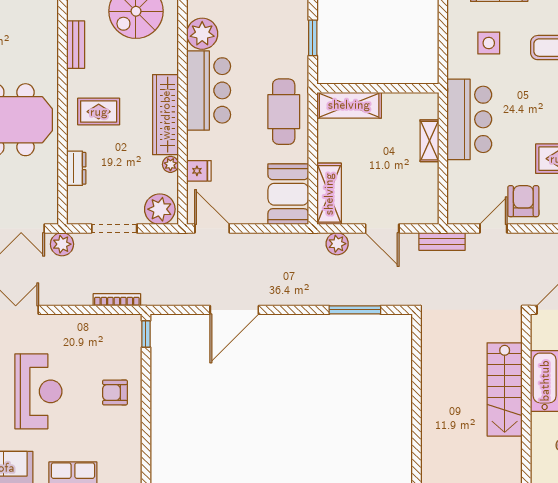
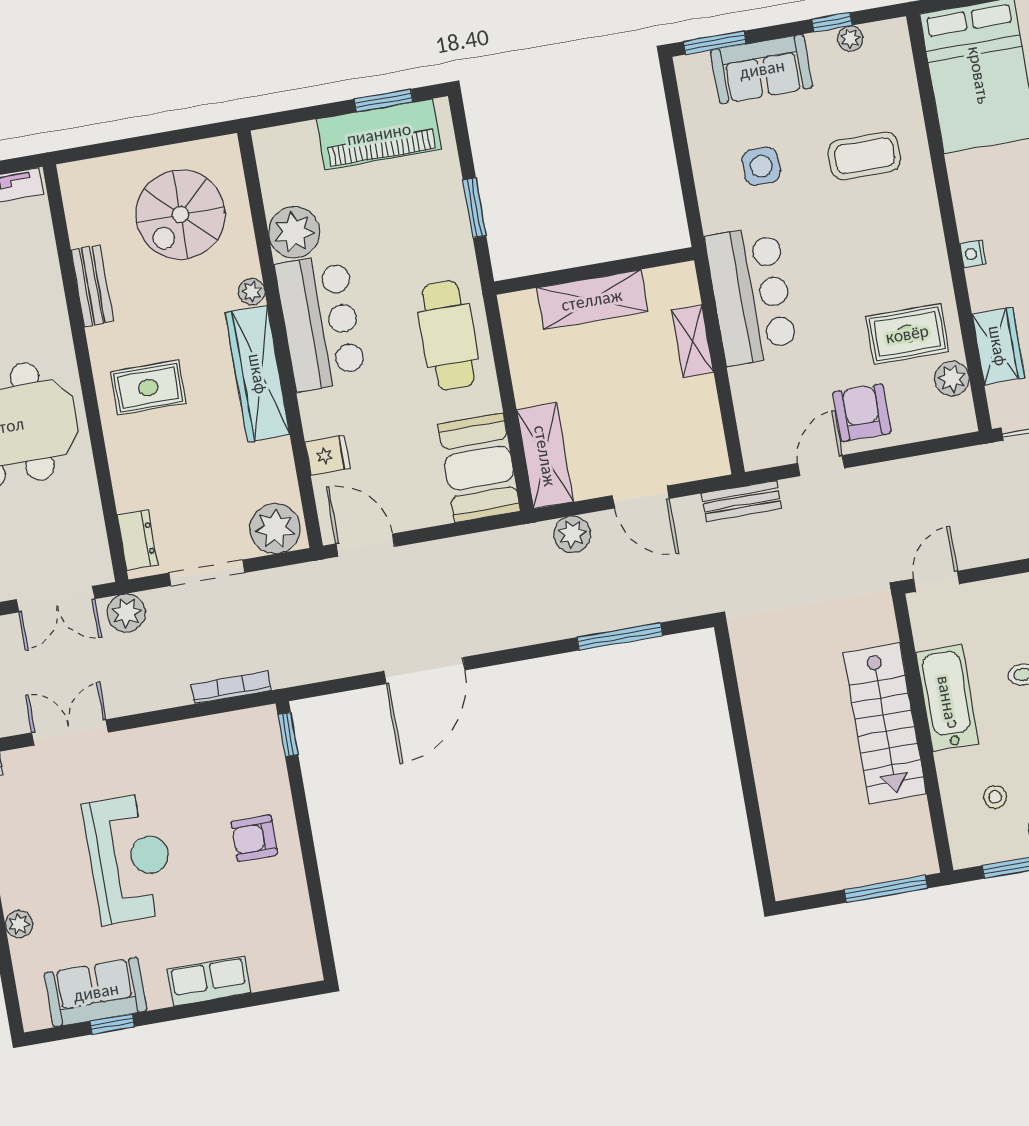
shelving: (349, 105) -> (592, 300), moved
plant: (170, 164) -> (252, 292), moved
dresser: (76, 168) -> (138, 540), moved

